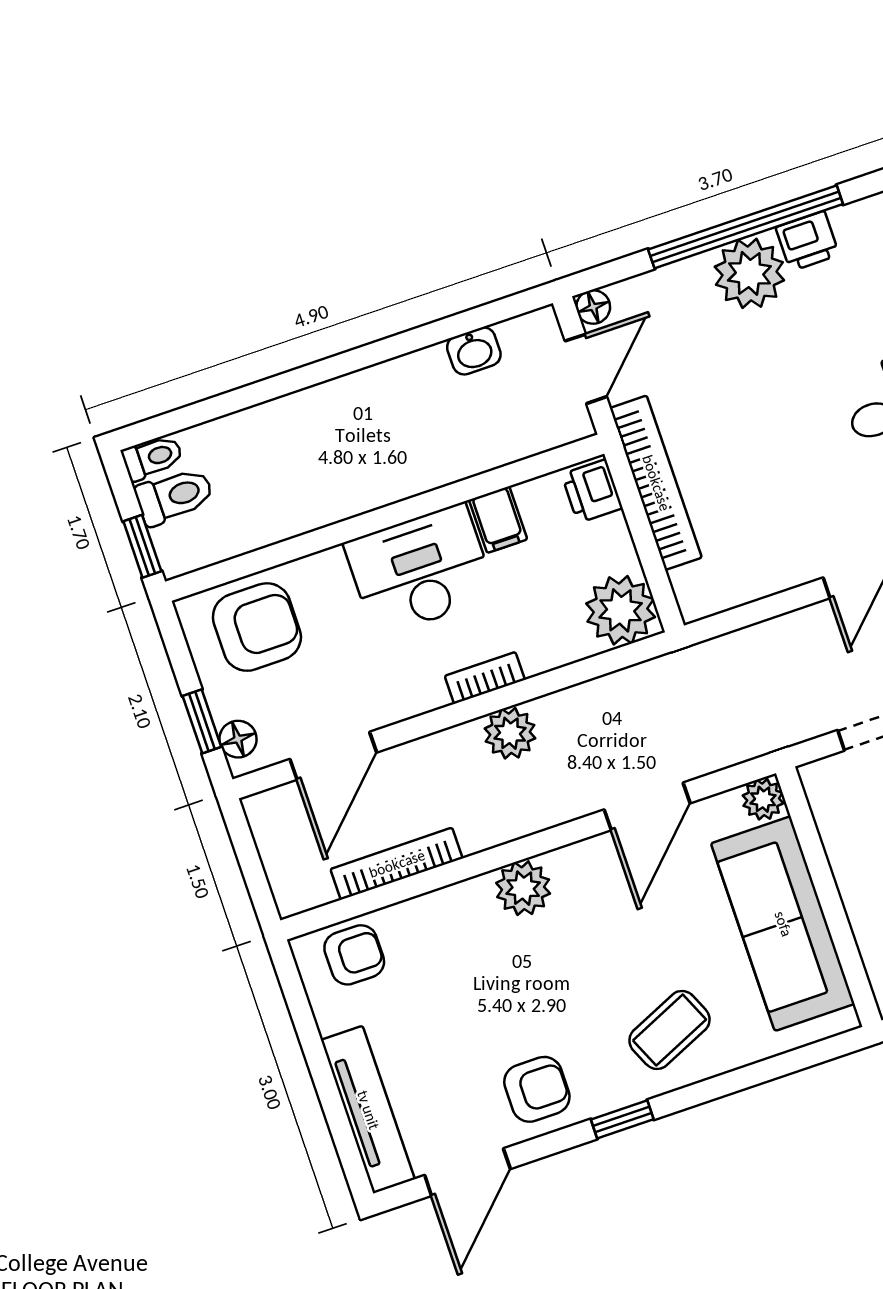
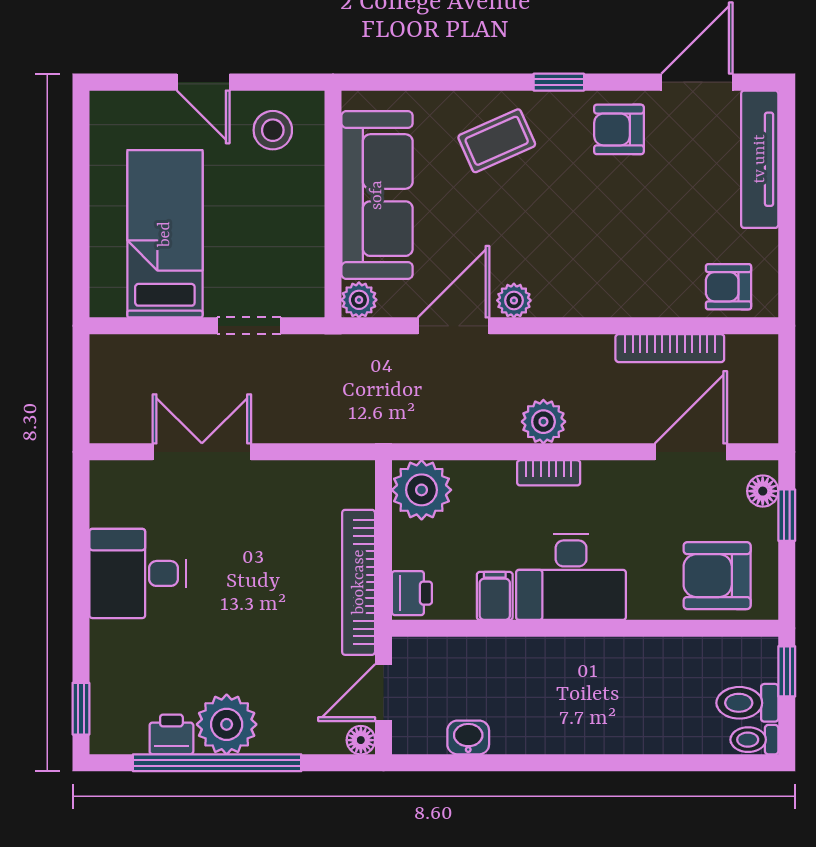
plant: (523, 888) -> (514, 300), moved, width x0.73, depth x0.73

